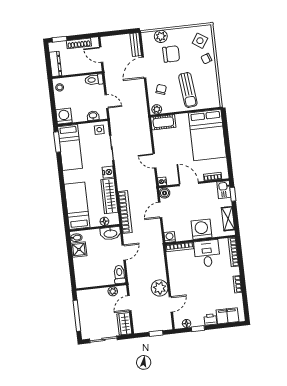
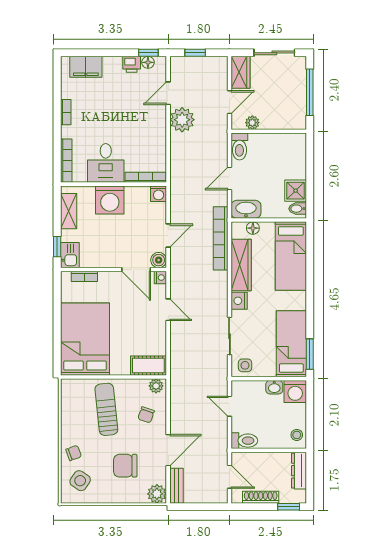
plant: (161, 36) -> (157, 494), moved
washbasin: (93, 116) -> (274, 387), moved
door: (189, 184) -> (136, 269), moved
printer: (210, 319) -> (132, 64), moved
window: (198, 329) -> (148, 53), moved

